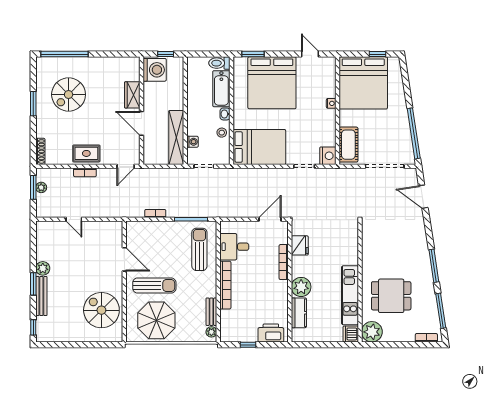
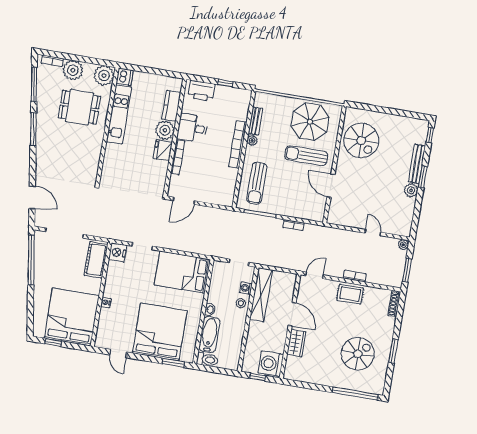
stool: (222, 133) -> (241, 303), moved
plant: (41, 187) -> (403, 245), moved
fridge: (300, 245) -> (163, 150), moved
desk: (234, 247) -> (192, 128), moved, turned 180
plant: (211, 332) -> (252, 141), moved
plant: (404, 332) -> (73, 70), added

